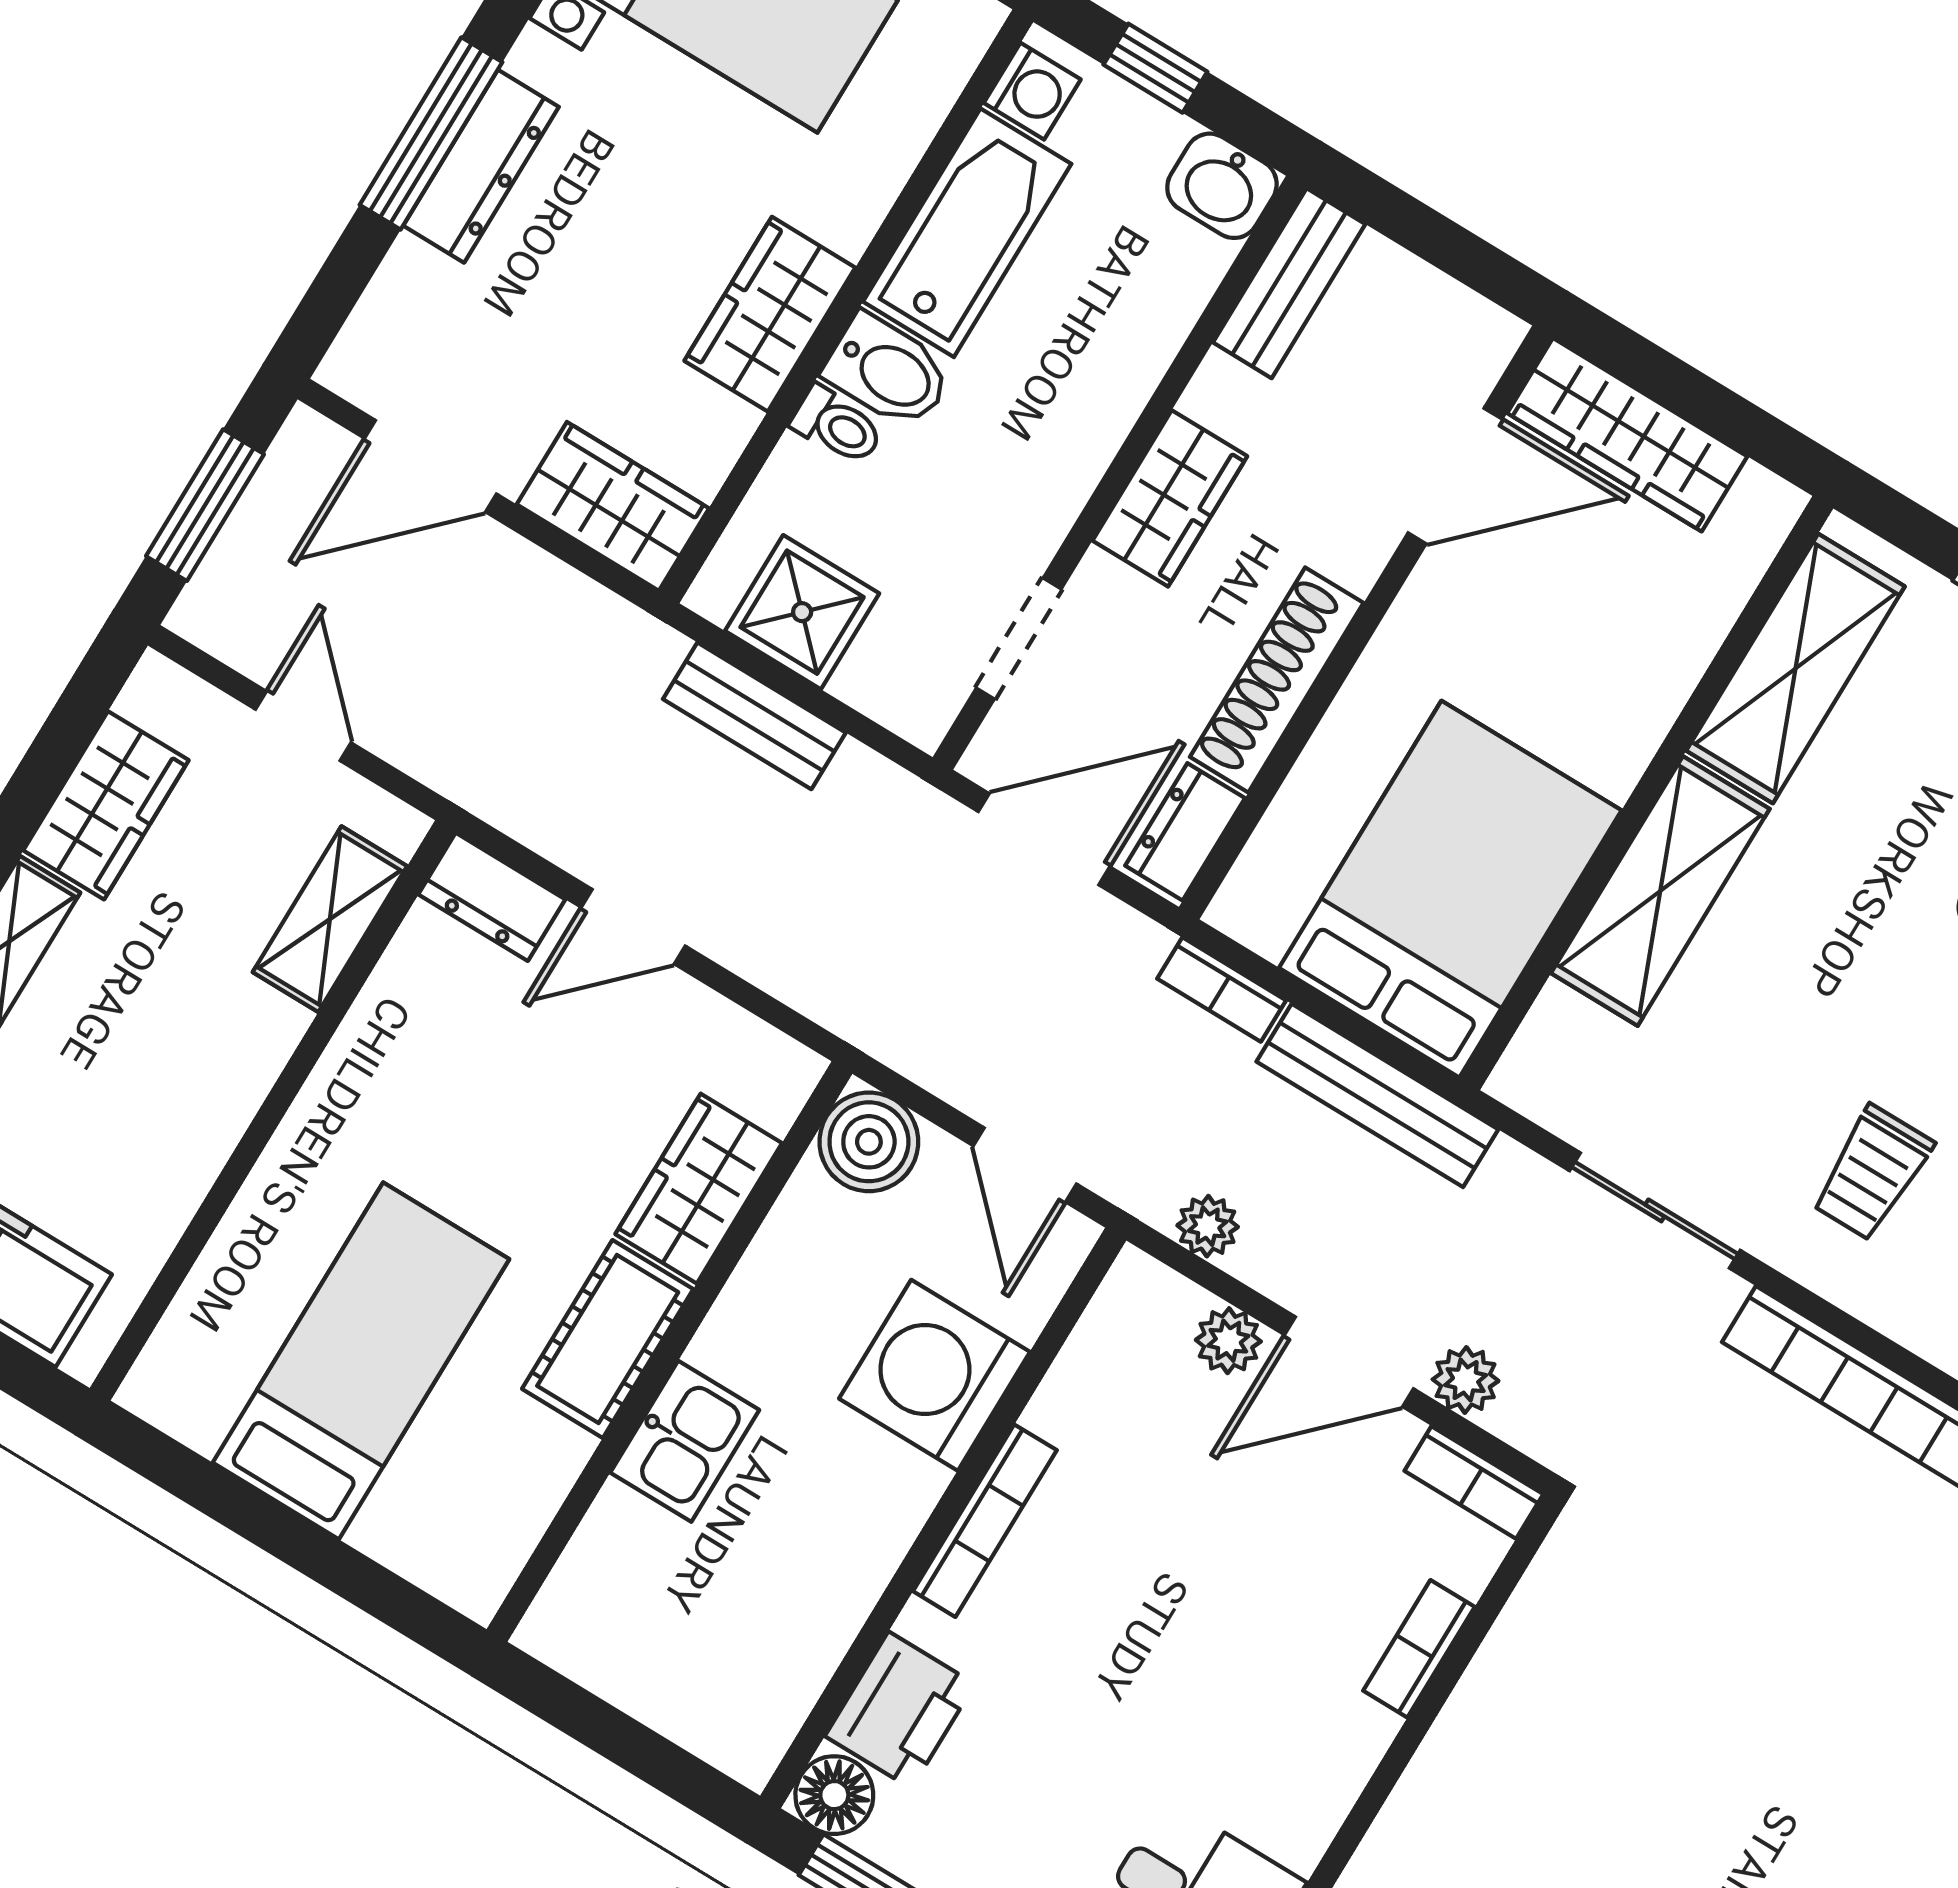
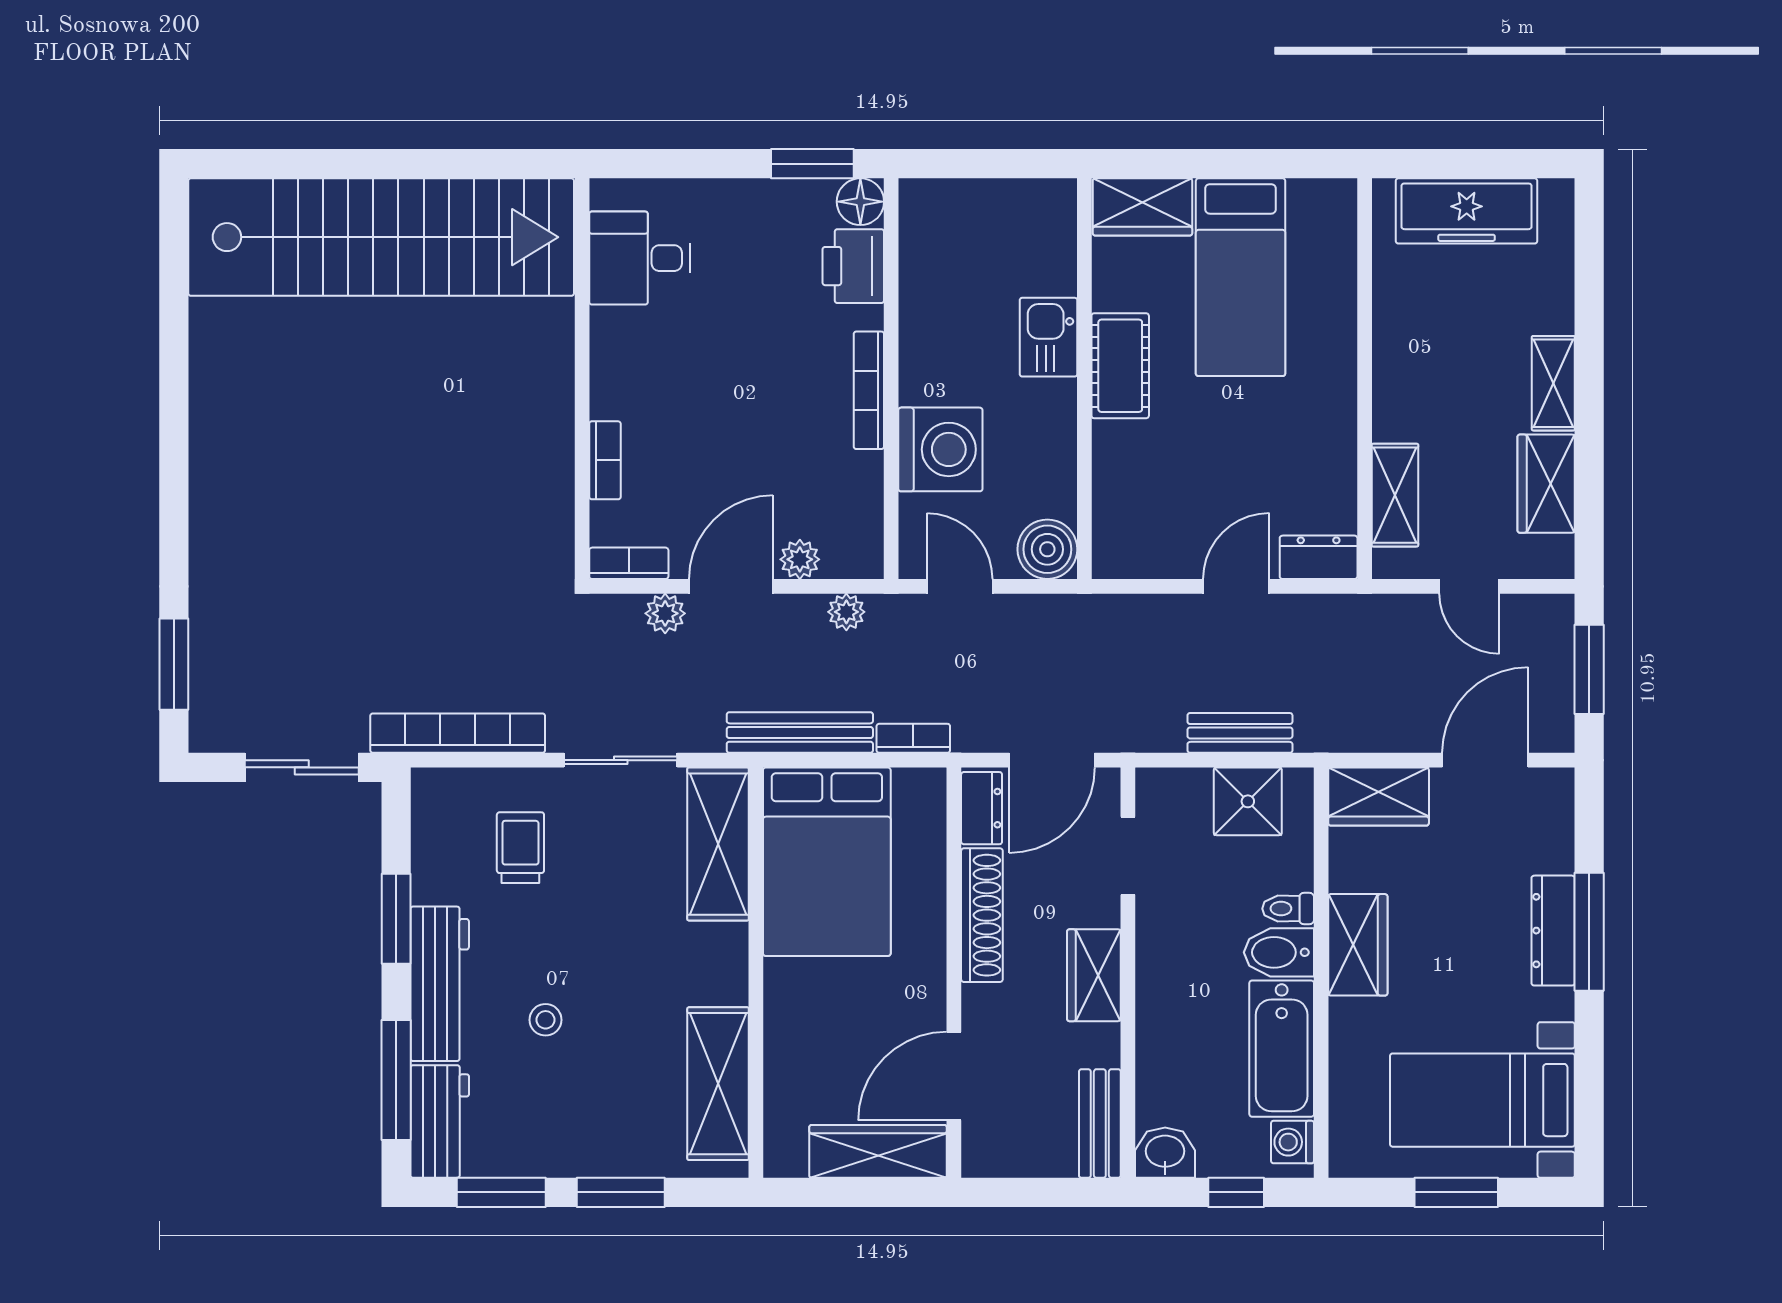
shelving: (1660, 891) -> (718, 844), moved
wardrobe: (699, 1189) -> (1142, 207), moved, turned 90

